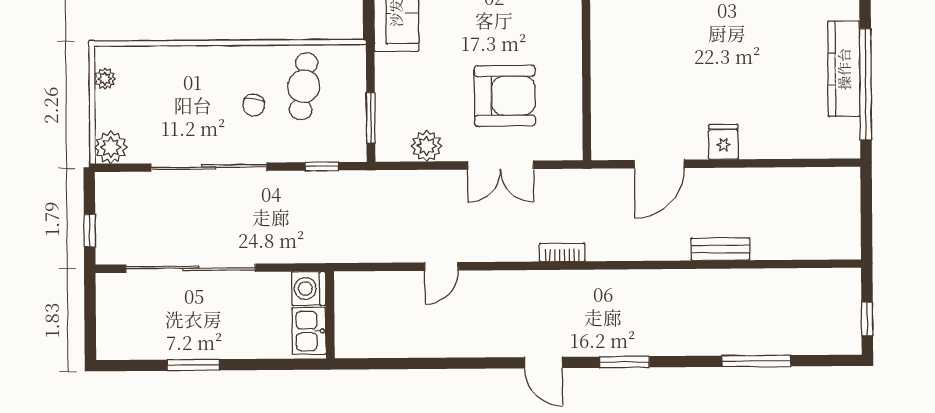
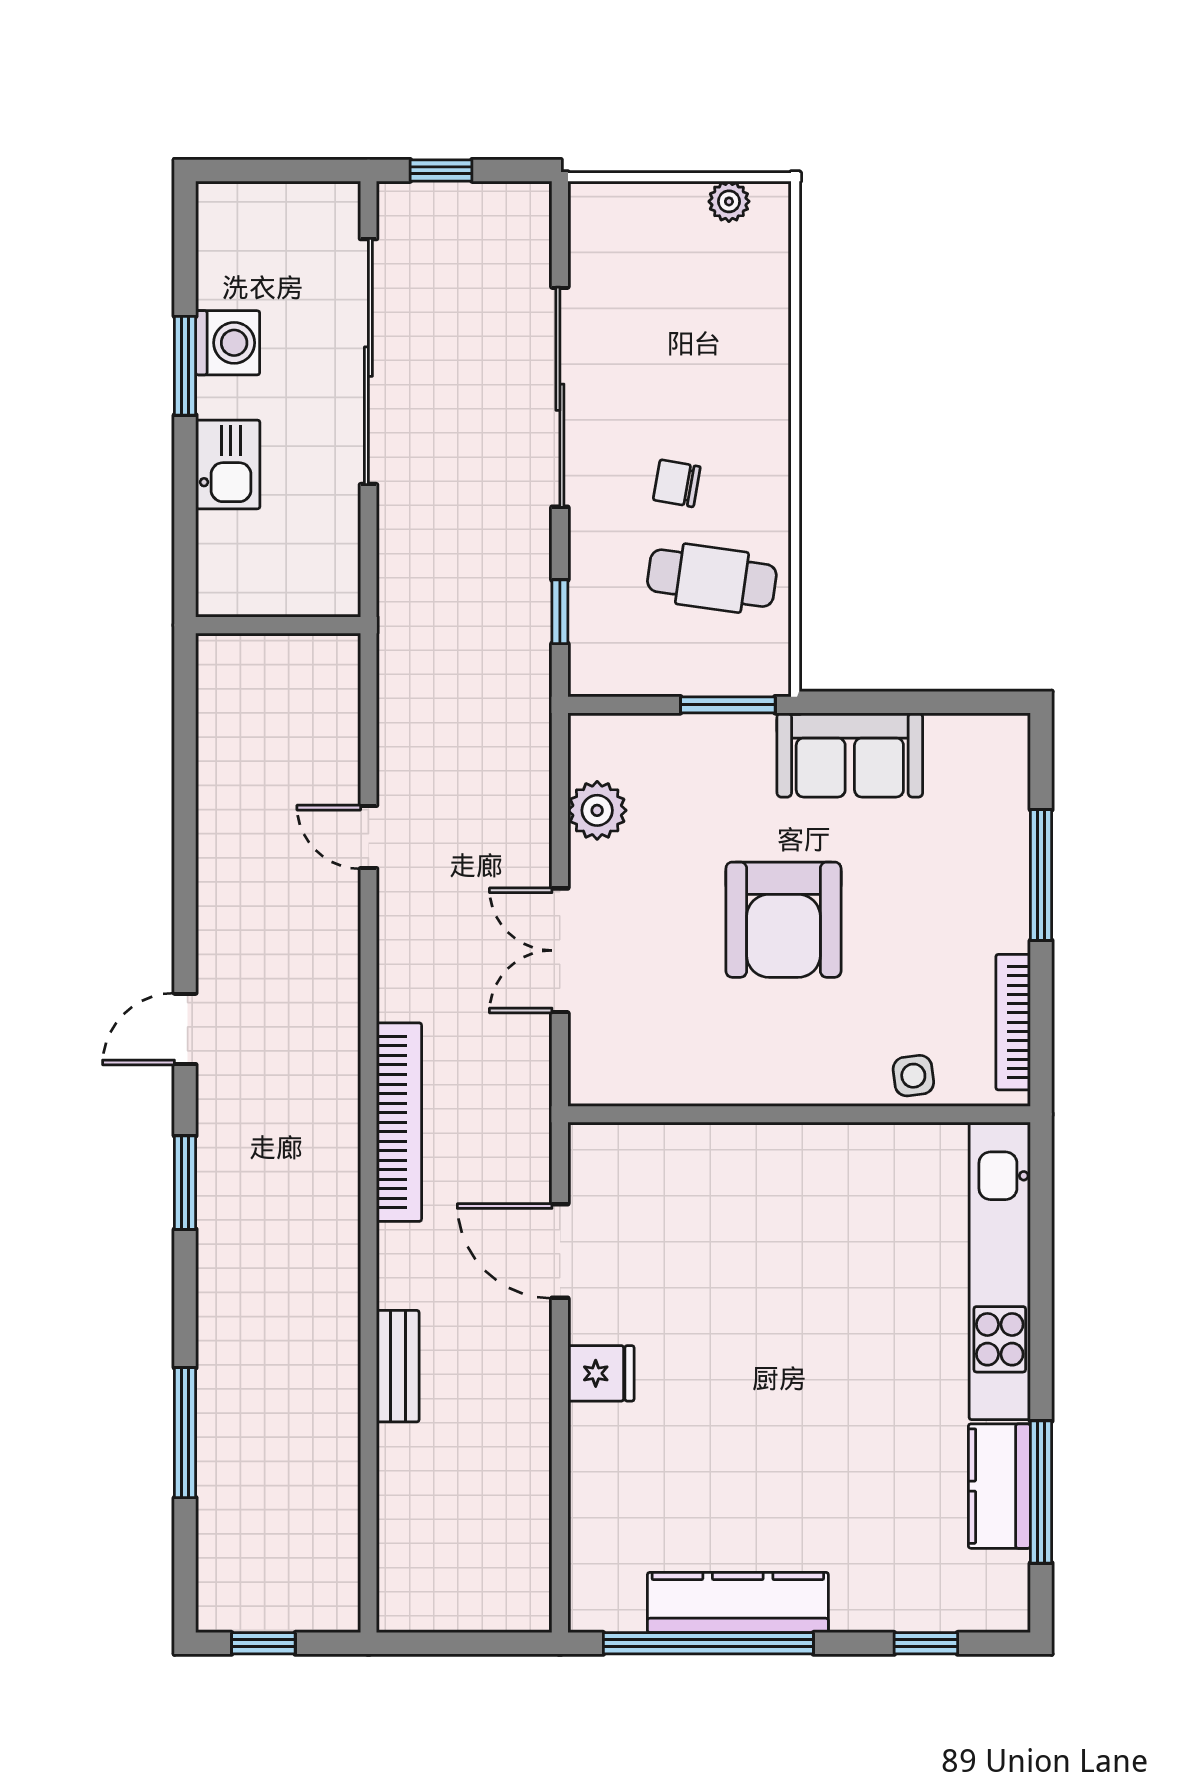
armchair: (505, 96) -> (783, 920), moved
window: (371, 118) -> (728, 705), moved
plant: (111, 147) -> (599, 212), removed
bookcase: (562, 252) -> (399, 1122), width x2.31, depth x1.31
washing machine: (309, 289) -> (228, 343), moved, turned 90
kitchen sink: (309, 331) -> (228, 464), moved, turned 90

